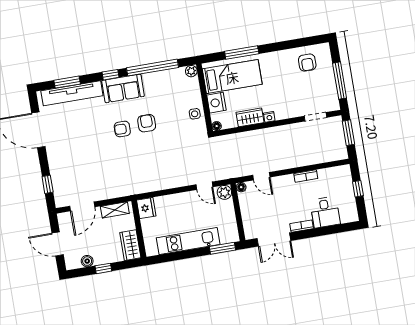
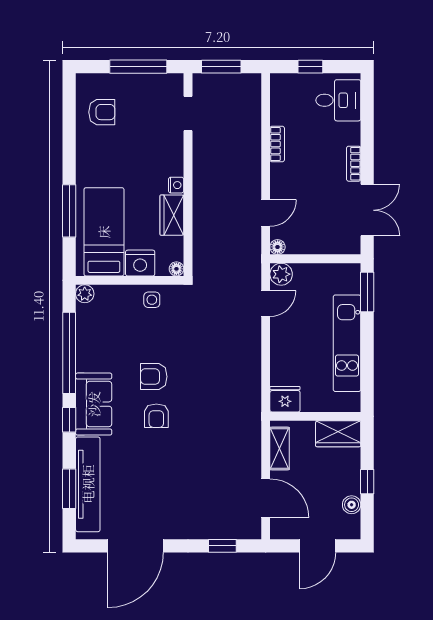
desk: (325, 212) -> (338, 100), moved

